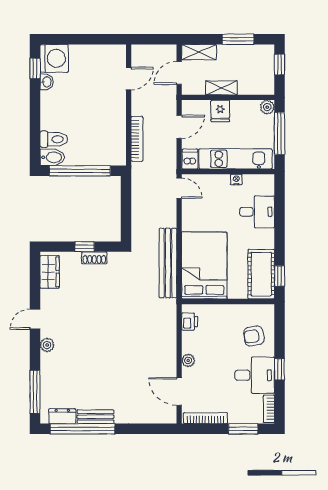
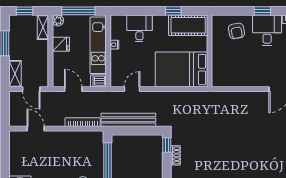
shelving: (221, 88) -> (43, 27), moved
fridge: (220, 111) -> (61, 44), moved
door: (179, 188) -> (132, 89), moved
window: (85, 247) -> (167, 145), moved
bench: (168, 263) -> (128, 120), moved
window: (280, 276) -> (173, 11), moved
printer: (190, 322) -> (225, 81), removed
plant: (188, 360) -> (255, 82), removed

